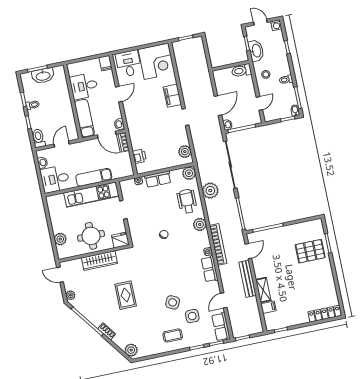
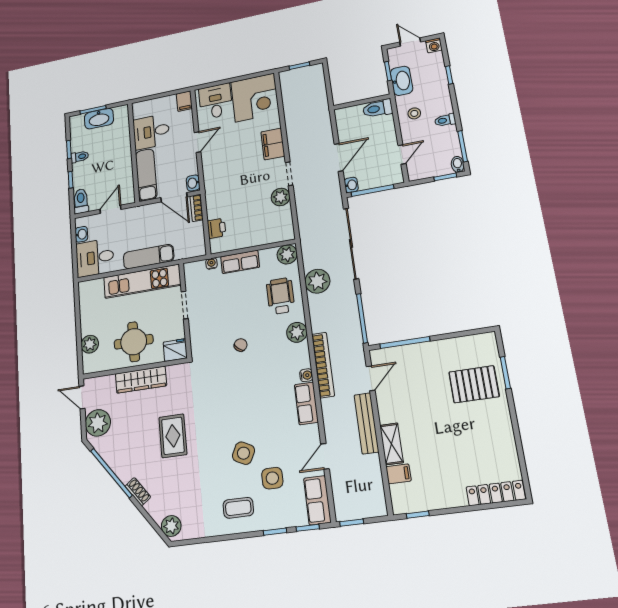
plant: (185, 152) -> (281, 197), moved
plant: (70, 295) -> (98, 423), width x1.88, depth x1.88

